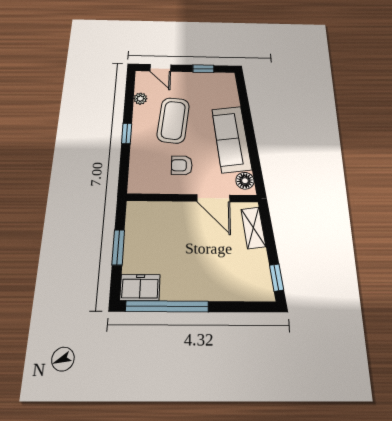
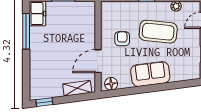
sofa: (231, 139) -> (150, 74), width x0.73
window: (167, 306) -> (26, 31), width x0.68

